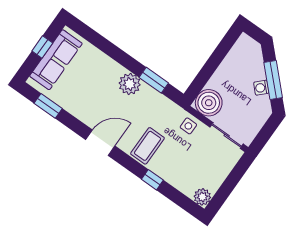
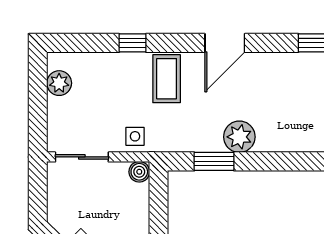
boiler: (209, 103) -> (139, 172), width x0.54, depth x0.54
plant: (202, 197) -> (59, 83), moved

